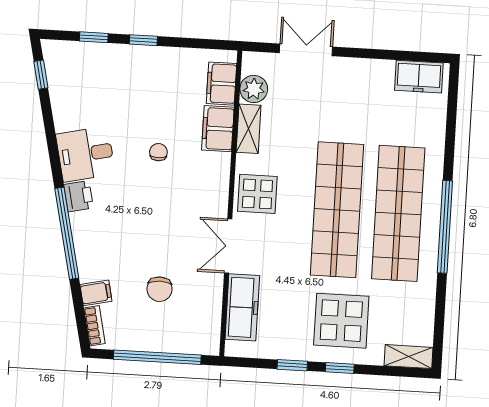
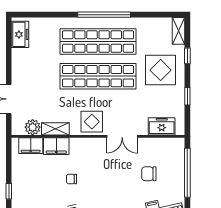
chair: (160, 289) -> (149, 174), turned 180
freezer: (242, 307) -> (162, 126), width x0.71
window: (340, 368) -> (187, 56), moved

